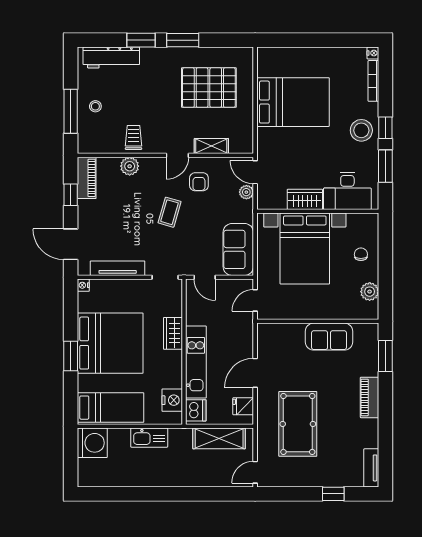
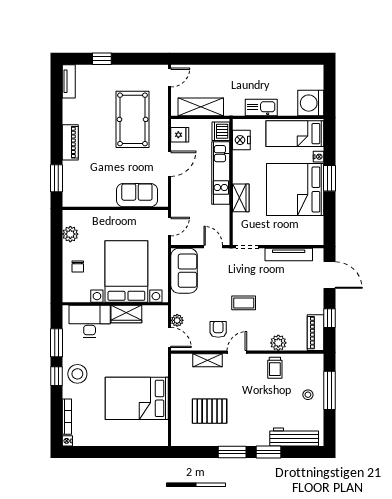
pallet: (209, 88) -> (210, 411), width x0.73, depth x0.71
coffee table: (170, 212) -> (244, 303), turned 74
nightstand: (83, 285) -> (318, 157), moved
sofa: (329, 337) -> (137, 195), moved

